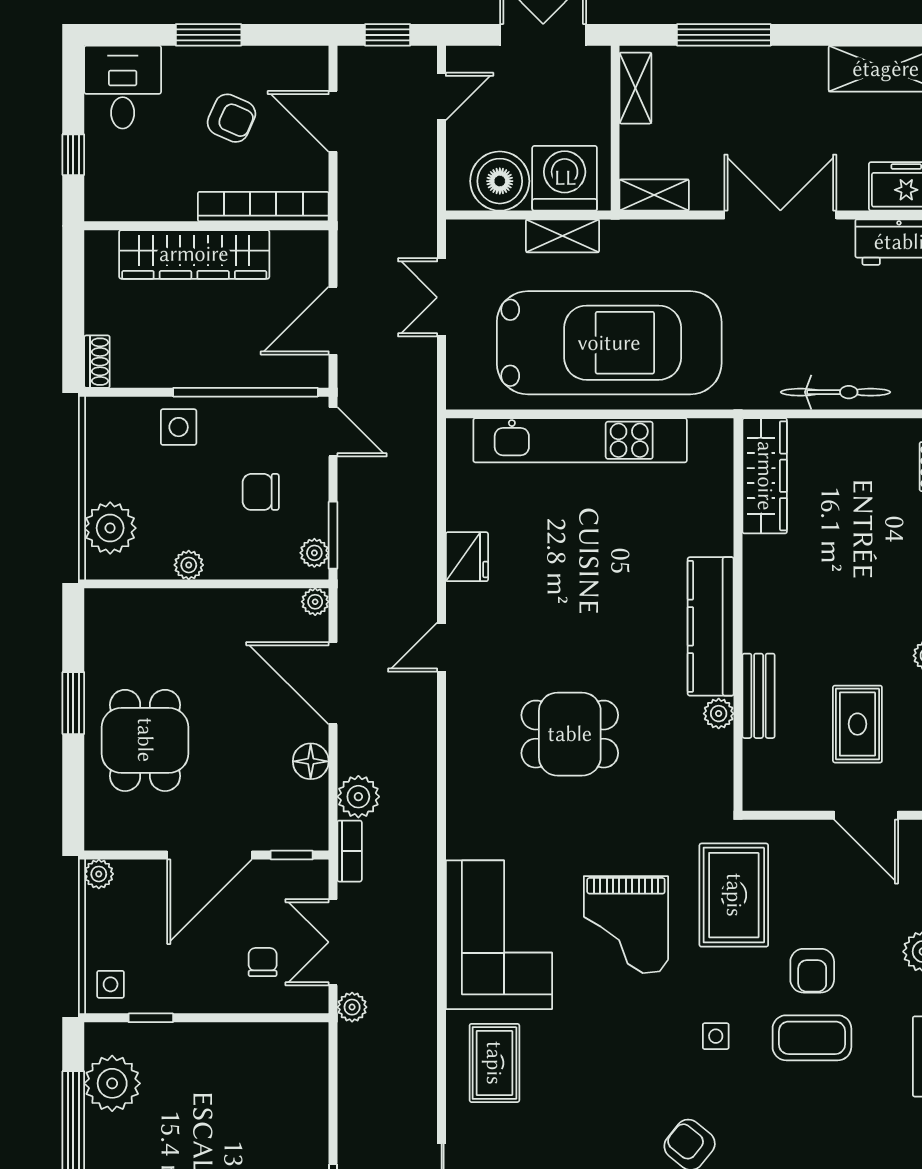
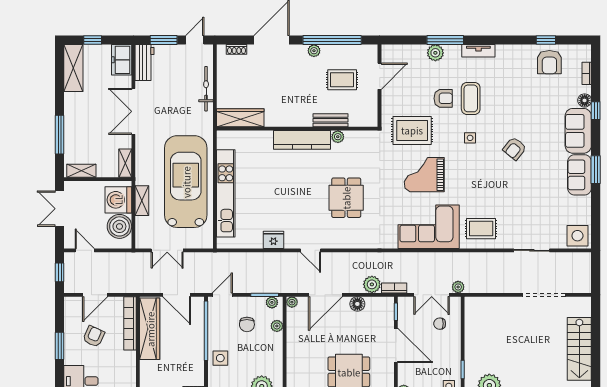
wardrobe: (194, 254) -> (150, 329), moved
plant: (189, 565) -> (277, 326), moved
grand piano: (626, 925) -> (424, 175), turned 180

